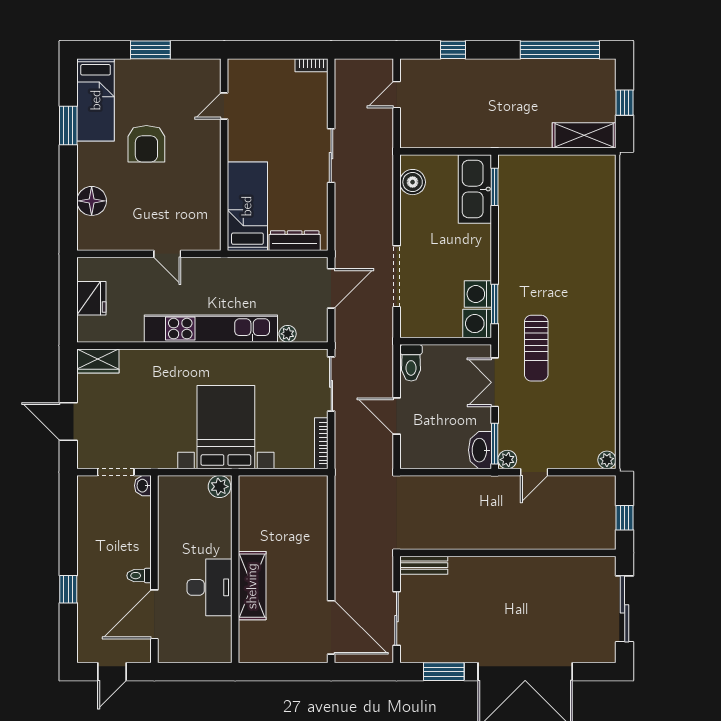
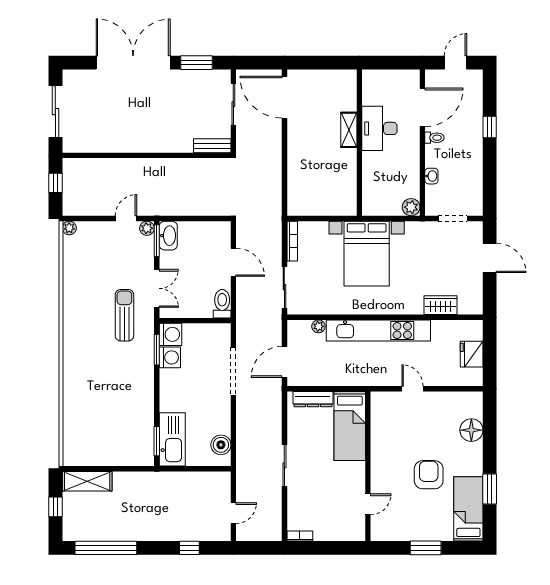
wardrobe: (98, 361) -> (441, 305), moved
washbasin: (143, 486) -> (431, 176), moved
plant: (220, 487) -> (411, 207), moved
shelving: (252, 586) -> (349, 130), width x0.67, depth x0.75

